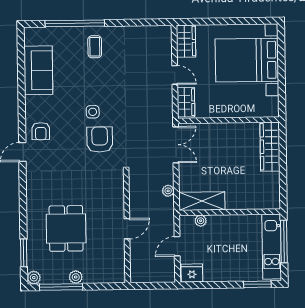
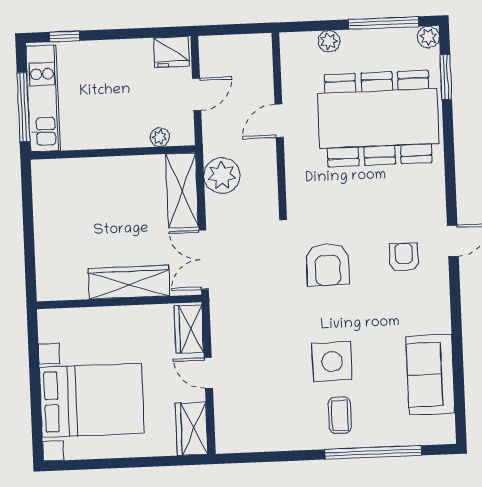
side table: (93, 112) -> (332, 362), moved, width x1.87, depth x1.87
armchair: (41, 131) -> (404, 257), moved
wardrobe: (270, 147) -> (129, 282), moved, turned -90
plant: (168, 191) -> (222, 176), width x1.87, depth x1.87
shelving: (202, 201) -> (182, 191), moved, turned 90
dining table: (66, 228) -> (378, 119), width x1.87, depth x1.24
plant: (76, 277) -> (329, 41), moved
window: (257, 284) -> (65, 36), width x0.67

